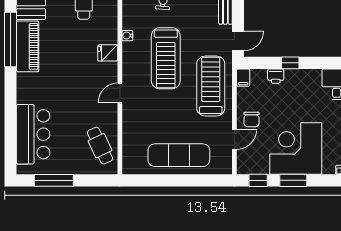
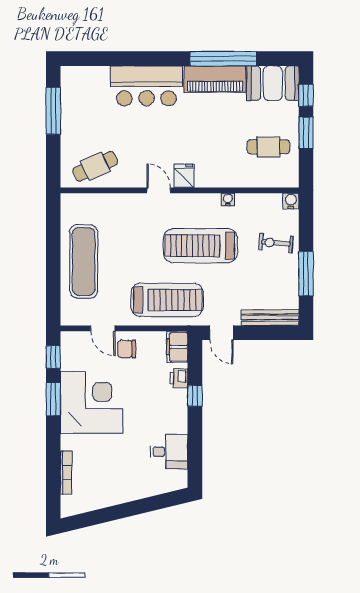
fridge: (108, 53) -> (184, 176), moved
filing cabinet: (243, 78) -> (177, 347), width x2.00
bar counter: (33, 134) -> (146, 86), moved

